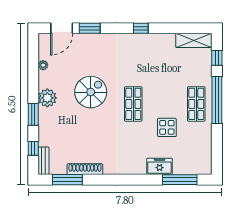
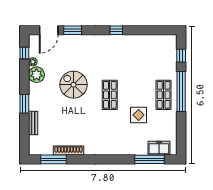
shelving: (194, 40) -> (162, 41), removed
spiral stairs: (91, 92) -> (73, 85), turned -90
plant: (47, 98) -> (36, 75), moved
window: (33, 148) -> (24, 53), moved
bench: (43, 161) -> (33, 123), moved
freezer: (160, 166) -> (159, 148), moved

